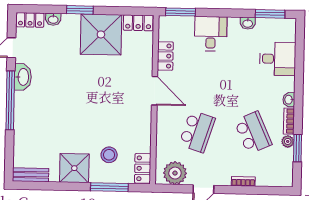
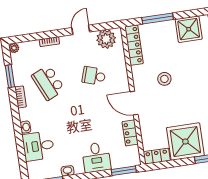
washbasin: (289, 100) -> (25, 127), moved
school desk: (197, 131) -> (94, 76), width x0.54
plant: (288, 141) -> (14, 48), moved
stool: (109, 155) -> (164, 79), moved
locker: (143, 168) -> (134, 45), width x1.53

